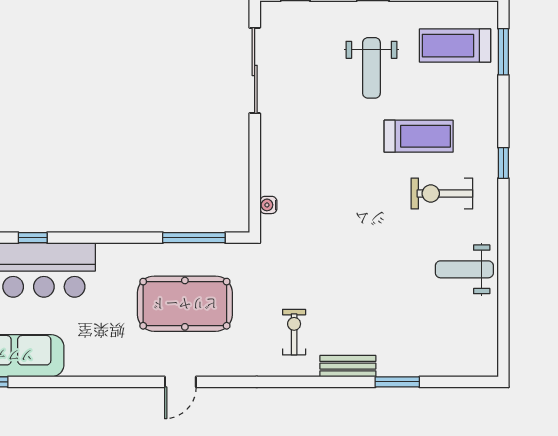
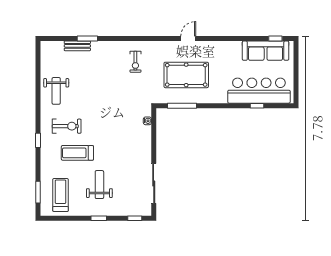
treadmill: (455, 46) -> (61, 195), turned -90
weight bench: (464, 269) -> (56, 91), turned 90
bench: (348, 366) -> (77, 46), moved

